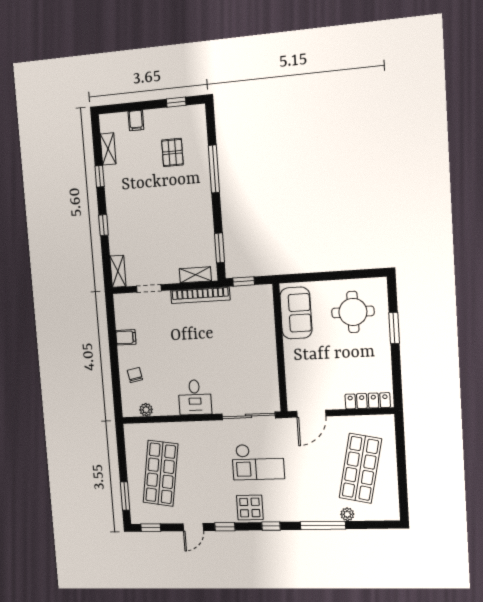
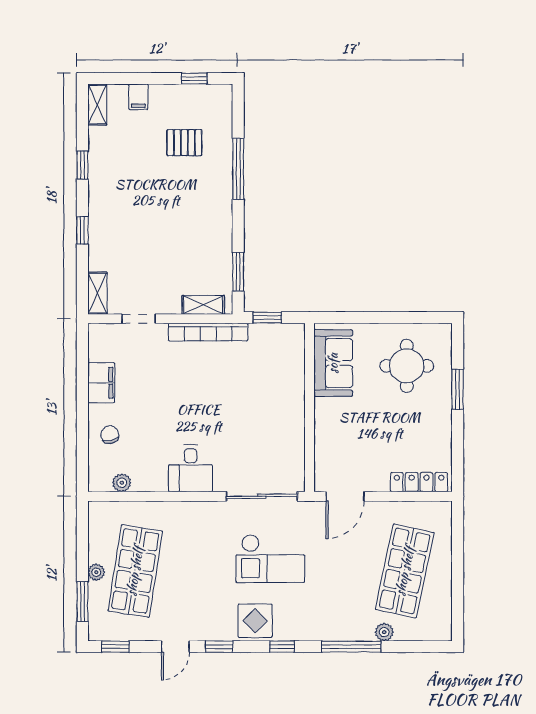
shelving: (108, 149) -> (97, 105), moved
pallet: (172, 152) -> (184, 143), turned 90
filing cabinet: (126, 337) -> (101, 383), width x2.00
plant: (133, 475) -> (96, 572), added

